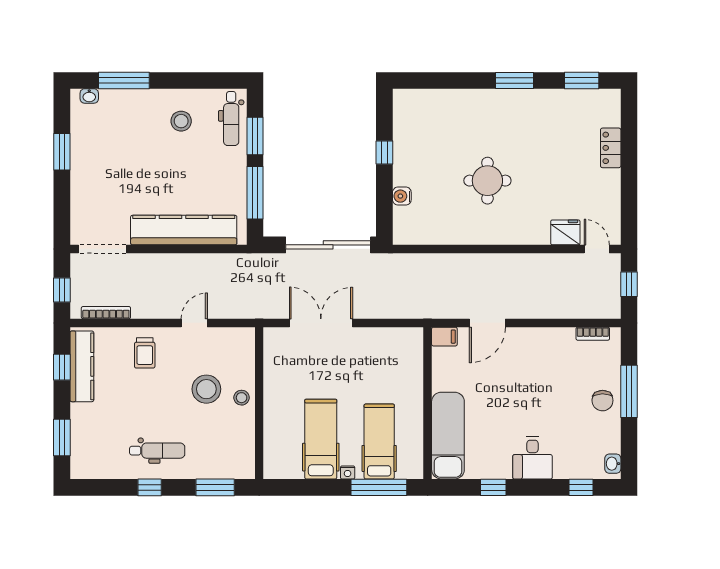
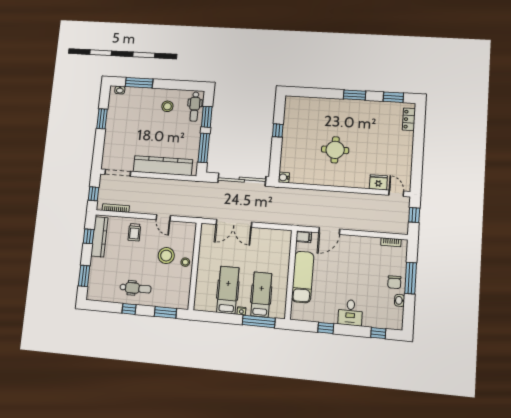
locker: (611, 148) -> (409, 119), moved
water cooler: (402, 196) -> (284, 177), moved
door: (194, 323) -> (163, 218), swing flipped
double door: (321, 323) -> (234, 223), swing flipped
exam couch: (448, 436) -> (303, 277), moved
washbasin: (613, 464) -> (400, 300), moved

